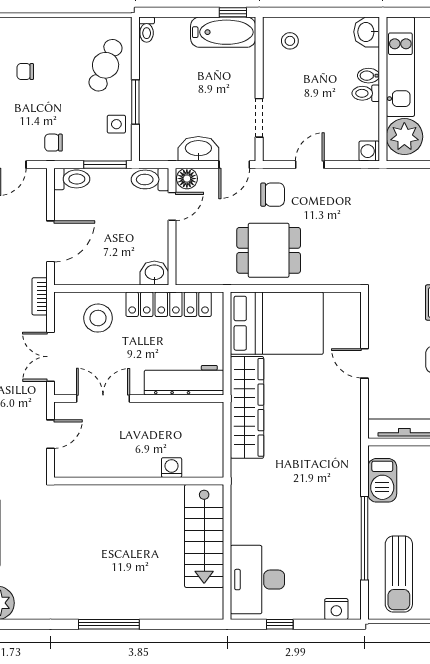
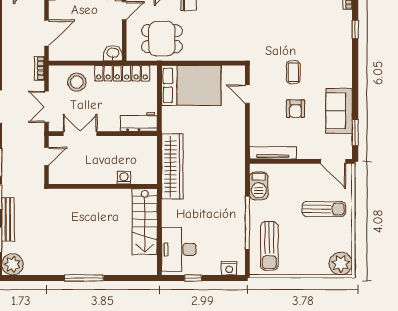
dining table: (269, 250) -> (162, 39), moved
door: (365, 363) -> (247, 94), moved
workbench: (184, 380) -> (139, 122), width x0.73
wardrobe: (247, 407) -> (172, 166), moved

